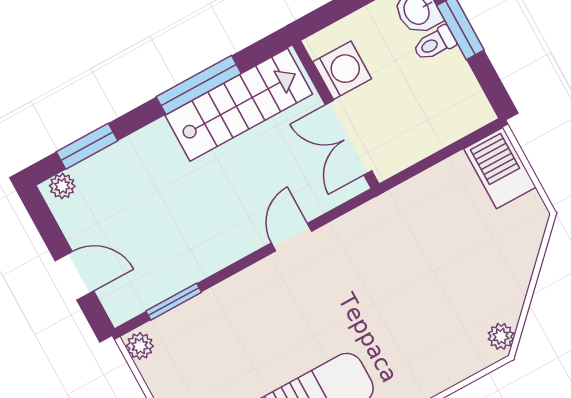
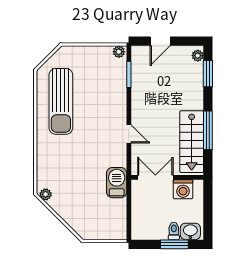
barbecue: (500, 168) -> (117, 183), moved, turned -90

